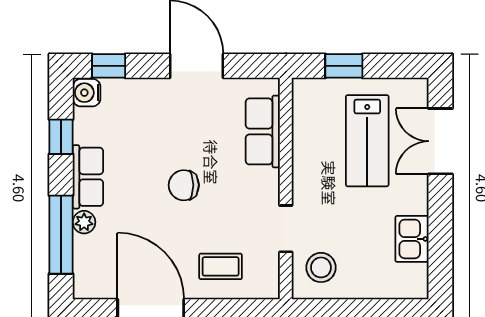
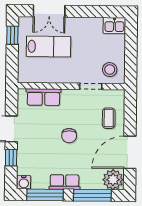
window: (109, 66) -> (11, 158), moved
window: (344, 66) -> (12, 35), moved
window: (61, 137) -> (45, 195), width x2.17
plant: (84, 222) -> (113, 180), moved, width x1.87, depth x1.87
kitchen sink: (412, 239) -> (114, 25), moved

